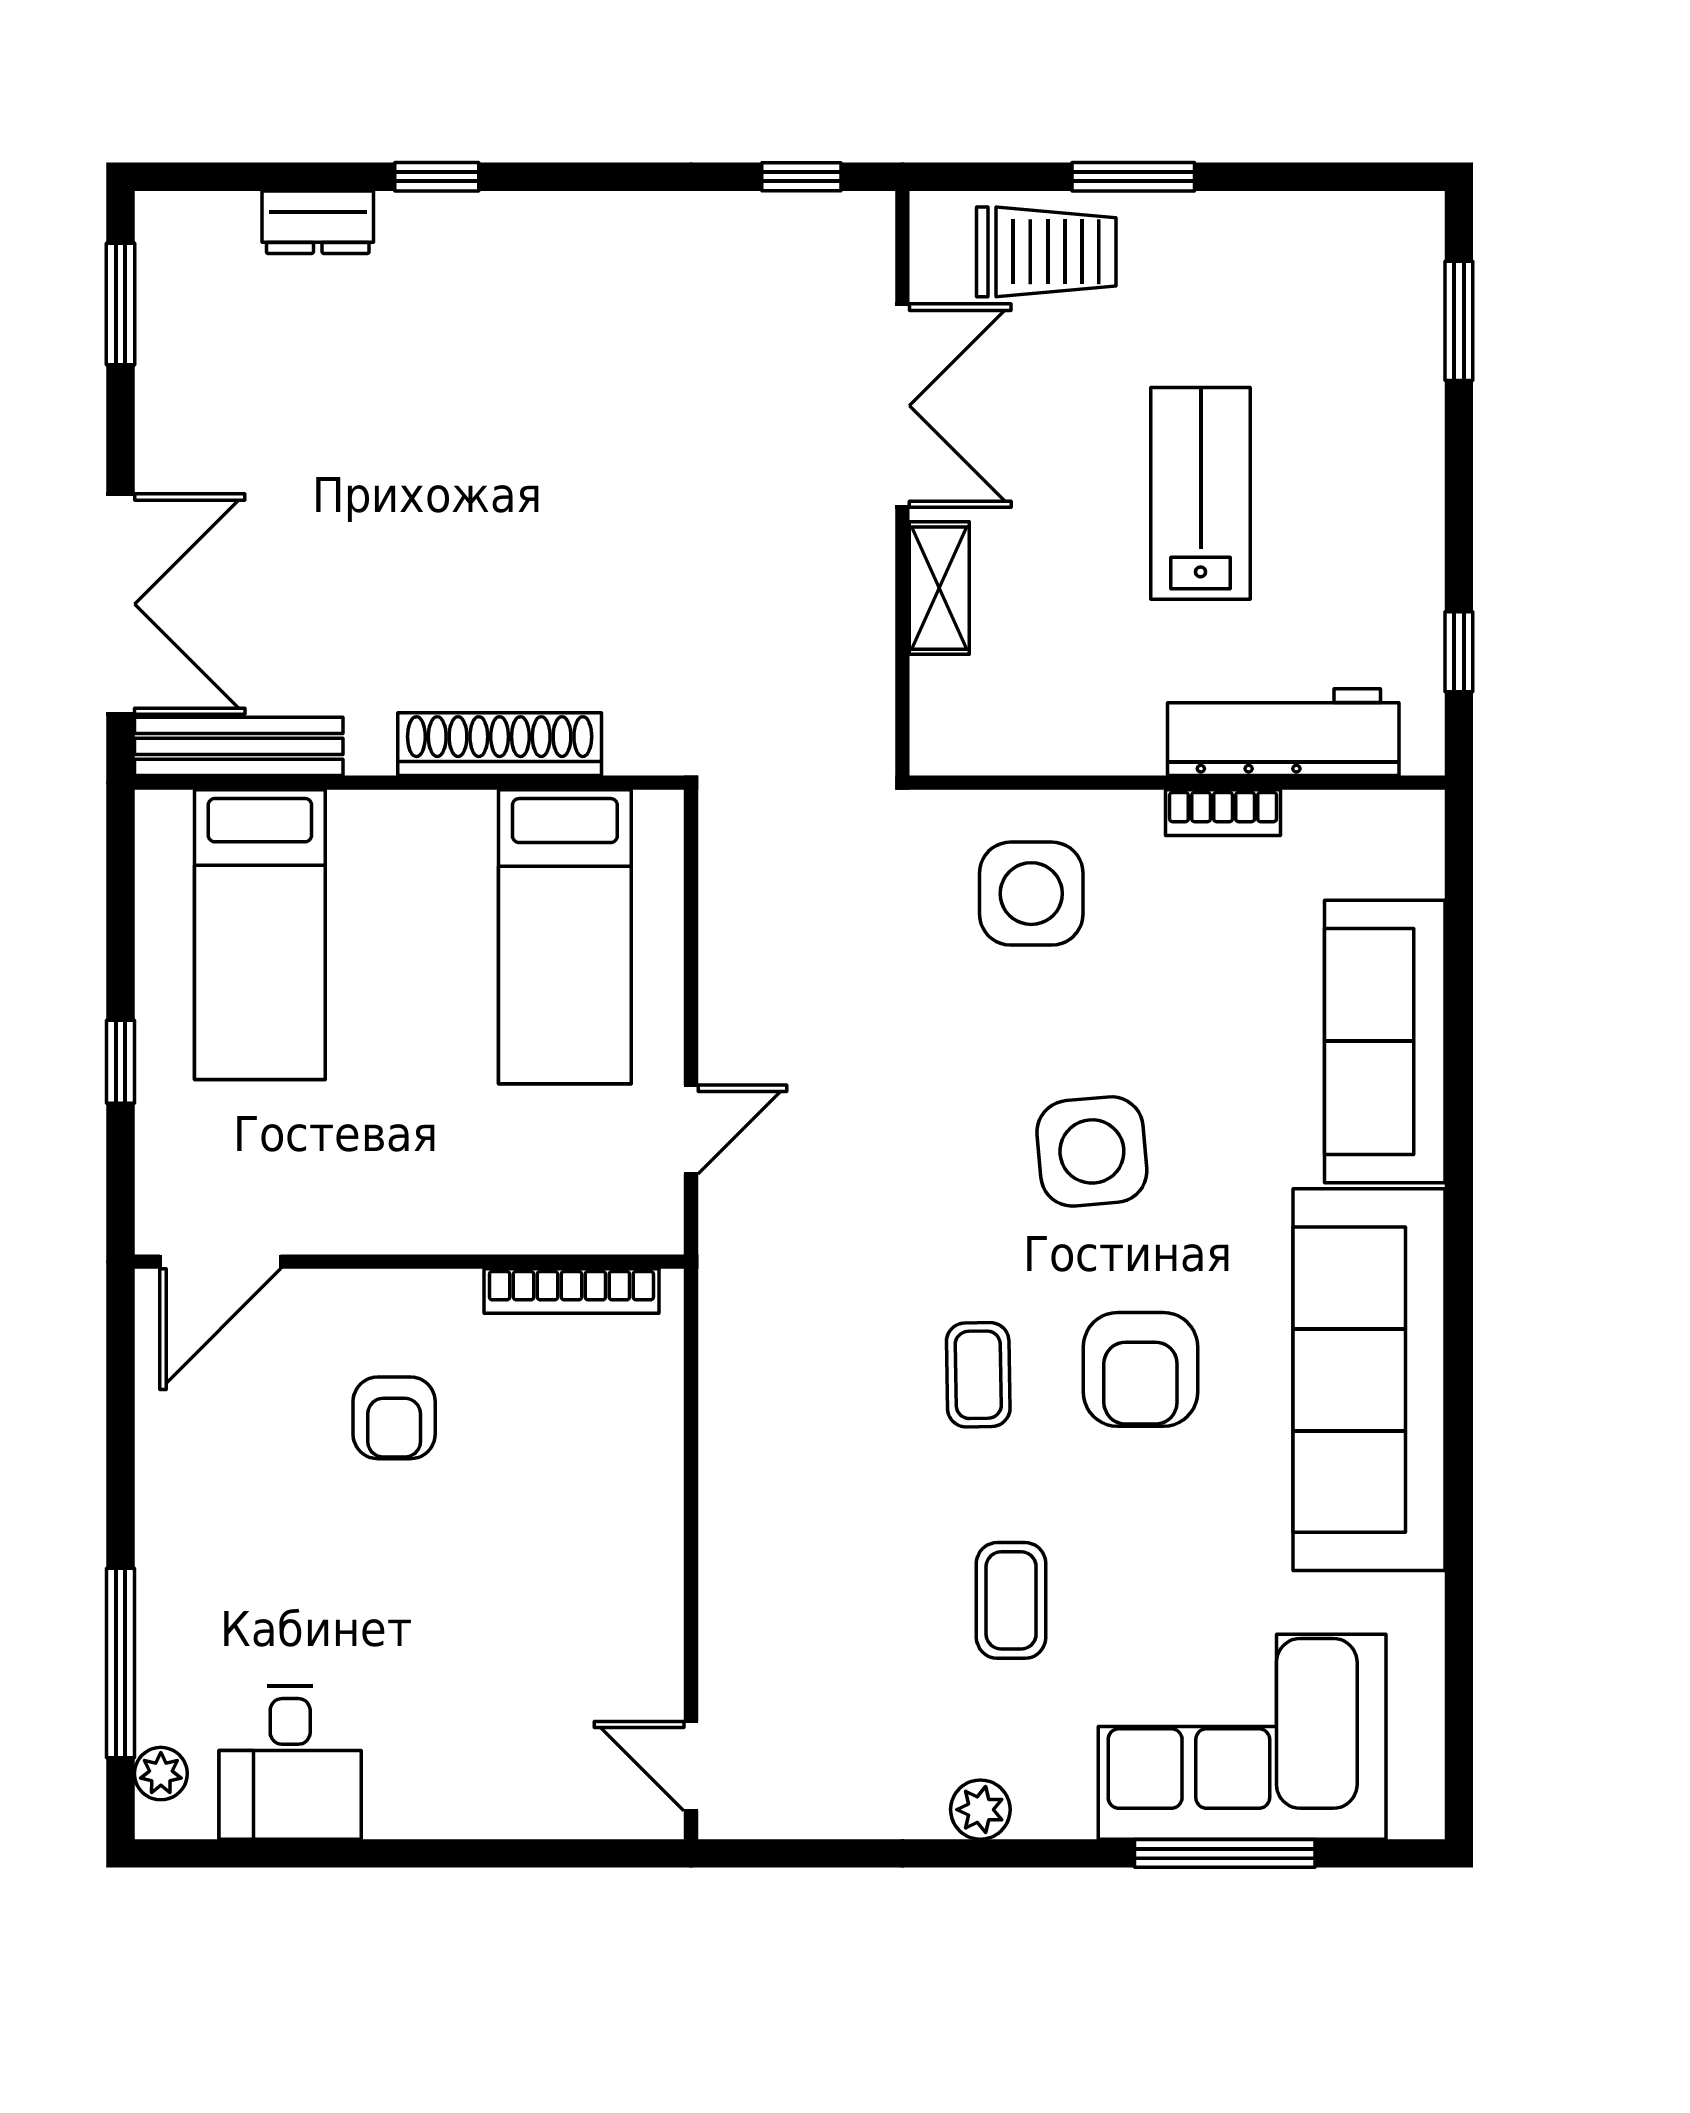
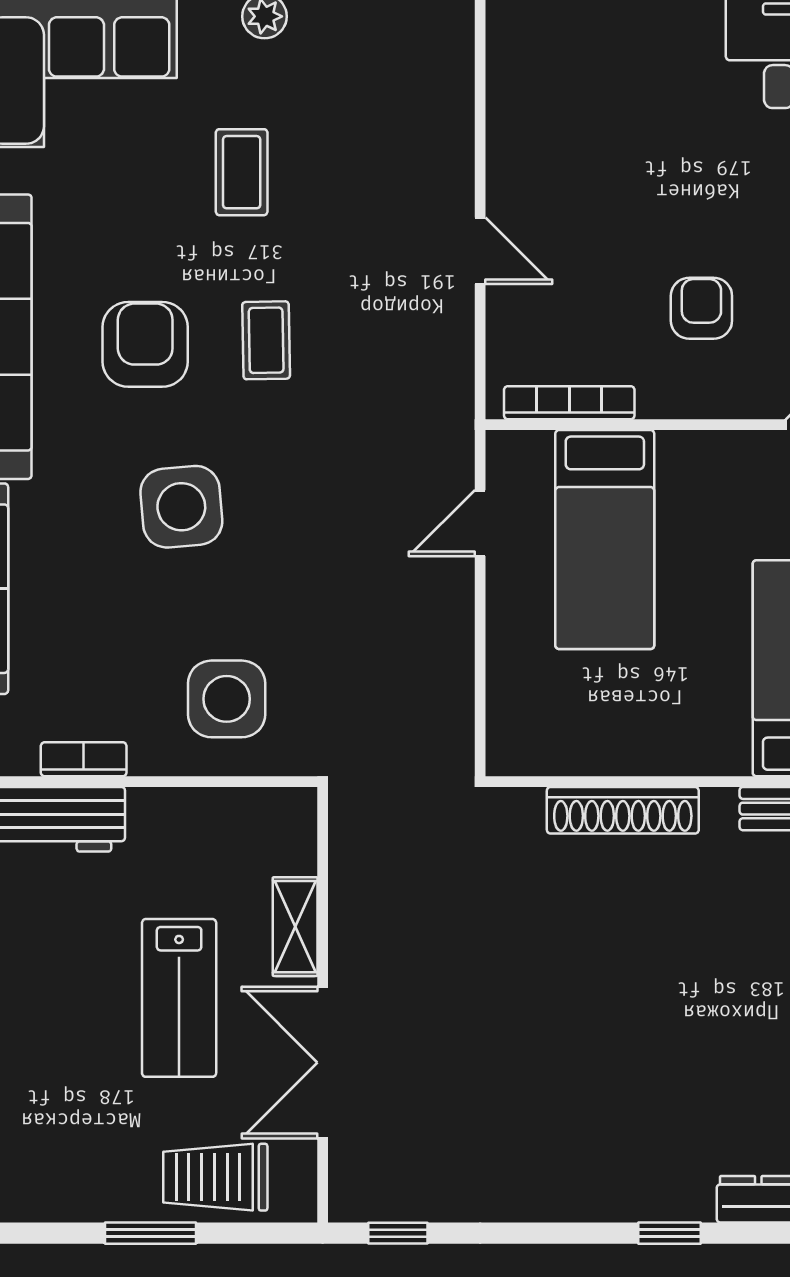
lab bench: (1201, 493) -> (179, 998), moved
bed: (565, 937) -> (605, 540), moved, turned 180
door: (691, 1766) -> (480, 251), moved

